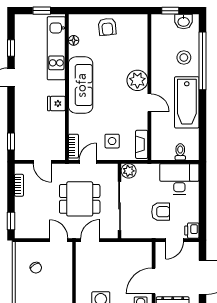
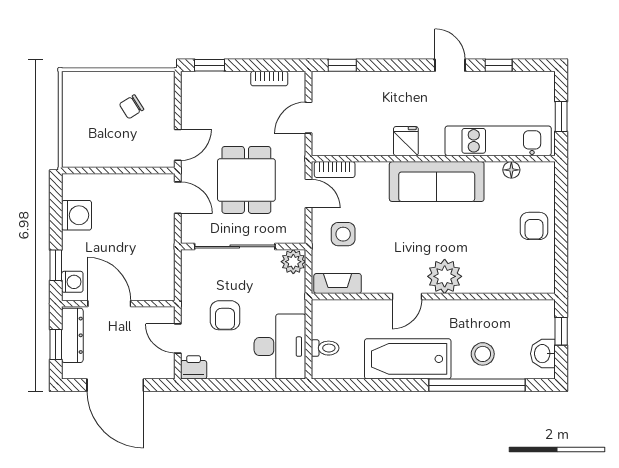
armchair: (107, 27) -> (534, 226), turned -84

